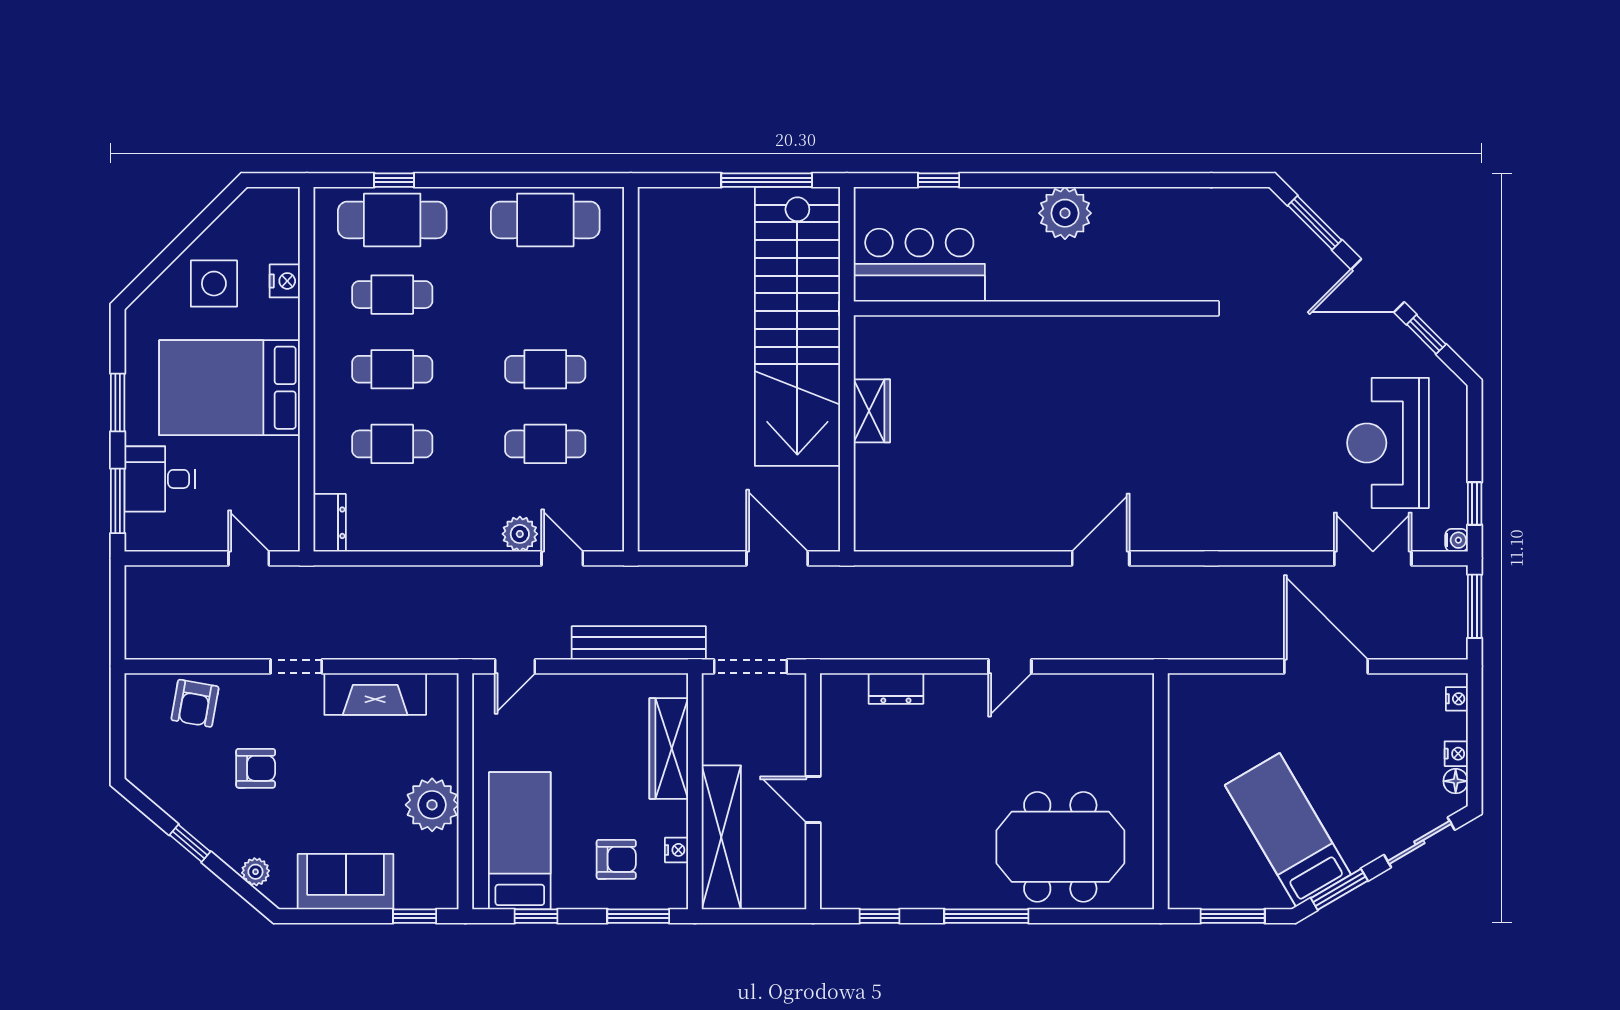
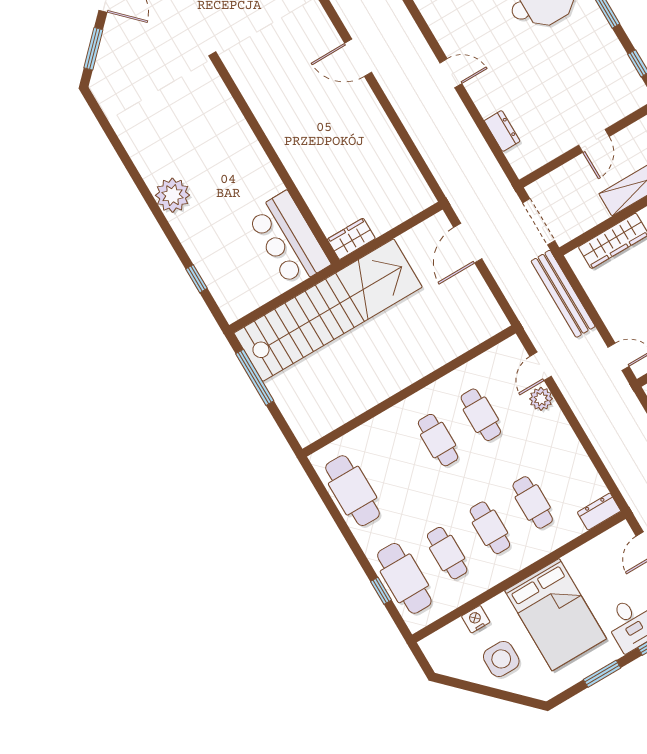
bar counter: (919, 265) -> (288, 239), moved
wall: (1029, 308) -> (276, 162), moved

